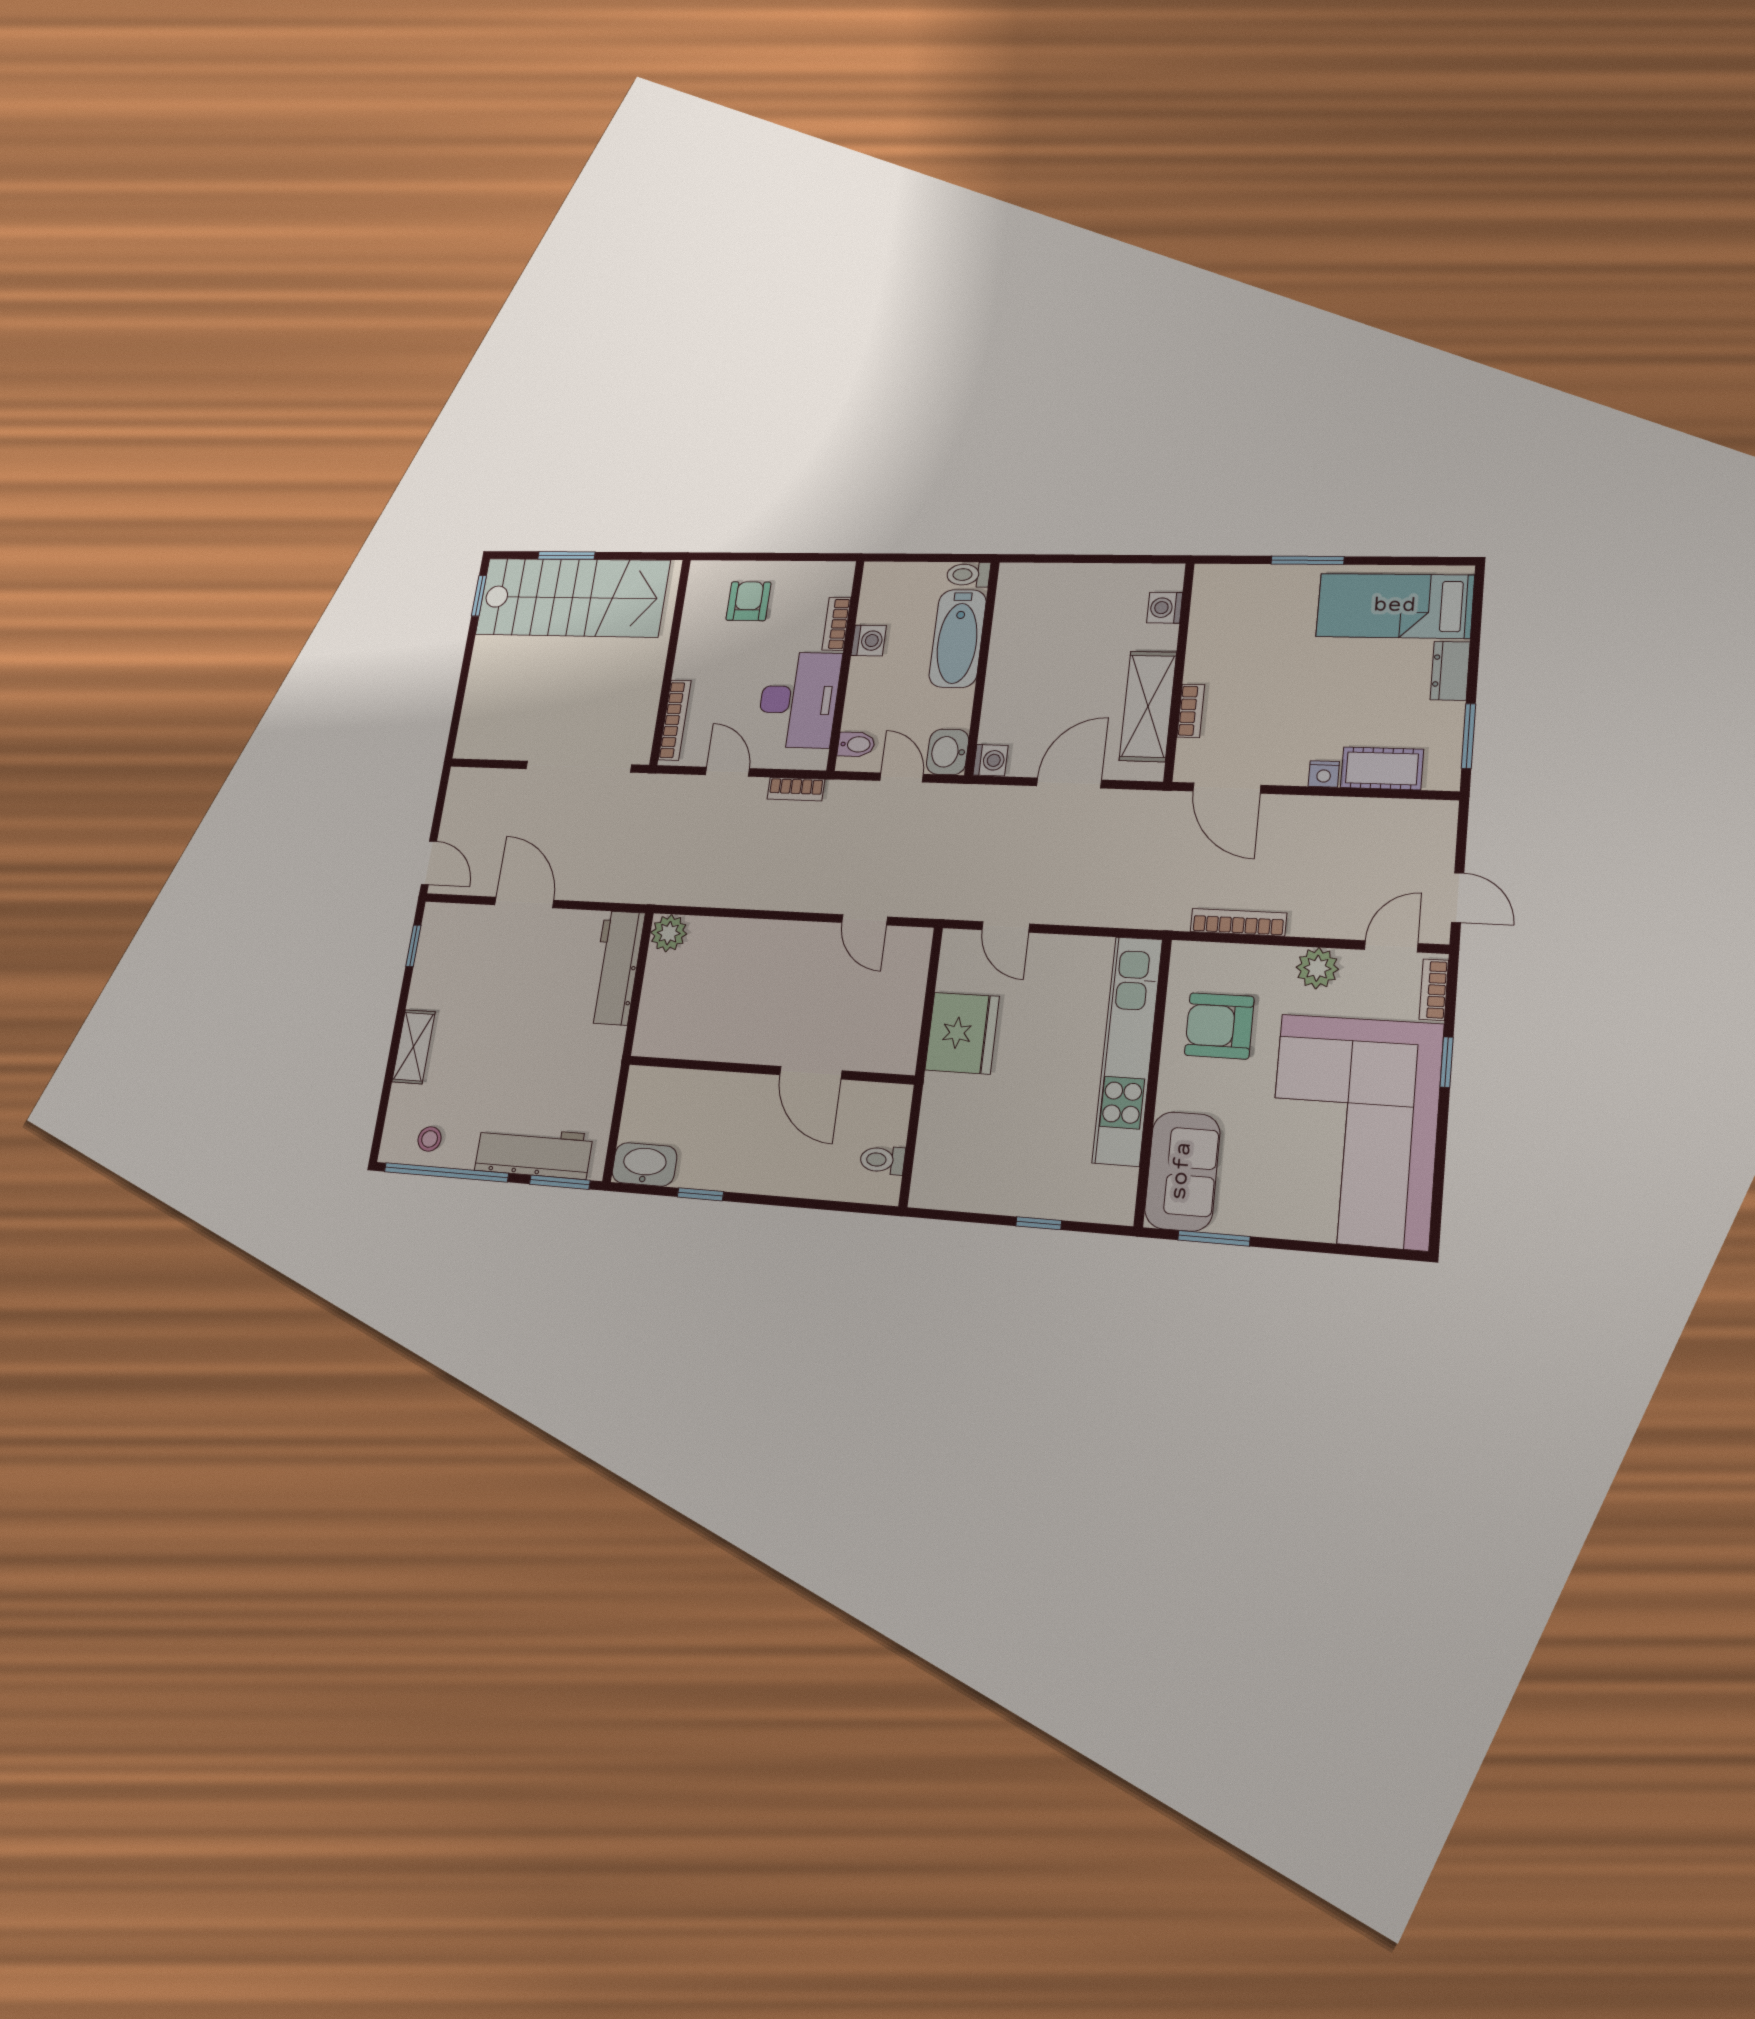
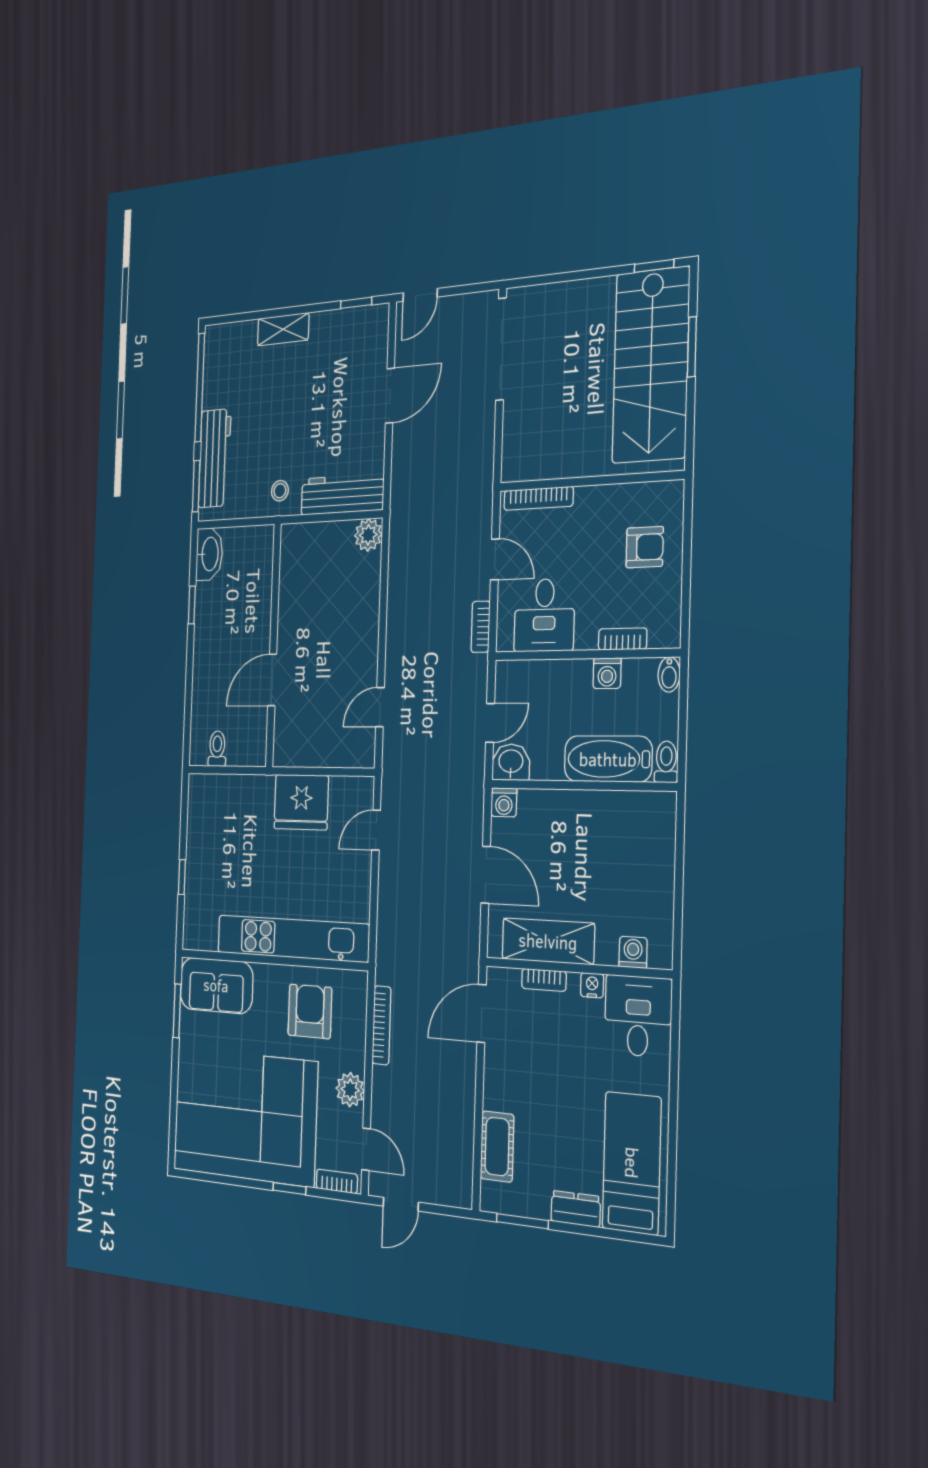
window: (1307, 560) -> (674, 1084), removed
desk: (1233, 601) -> (638, 1016), added
desk: (799, 700) -> (544, 615), width x0.73
bidet: (856, 744) -> (669, 674), moved
doorway: (578, 767) -> (501, 349), moved
door: (727, 772) -> (495, 559), hinge flipped
nightstand: (1324, 774) -> (592, 985), moved, turned 90
stool: (430, 1139) -> (280, 491), moved

